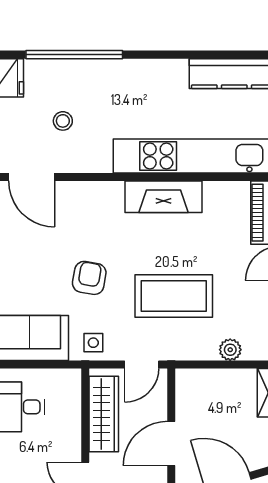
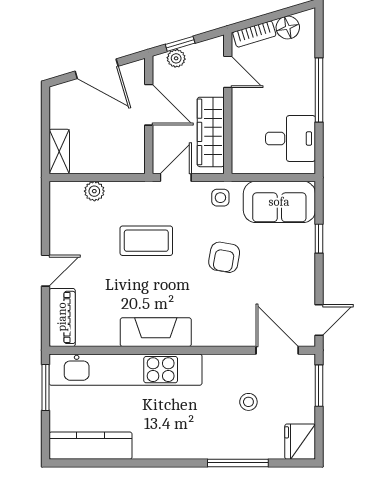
window: (74, 55) -> (238, 463), width x0.68
coffee table: (174, 296) -> (146, 241), width x0.73, depth x0.76
door: (171, 444) -> (149, 105), hinge flipped

